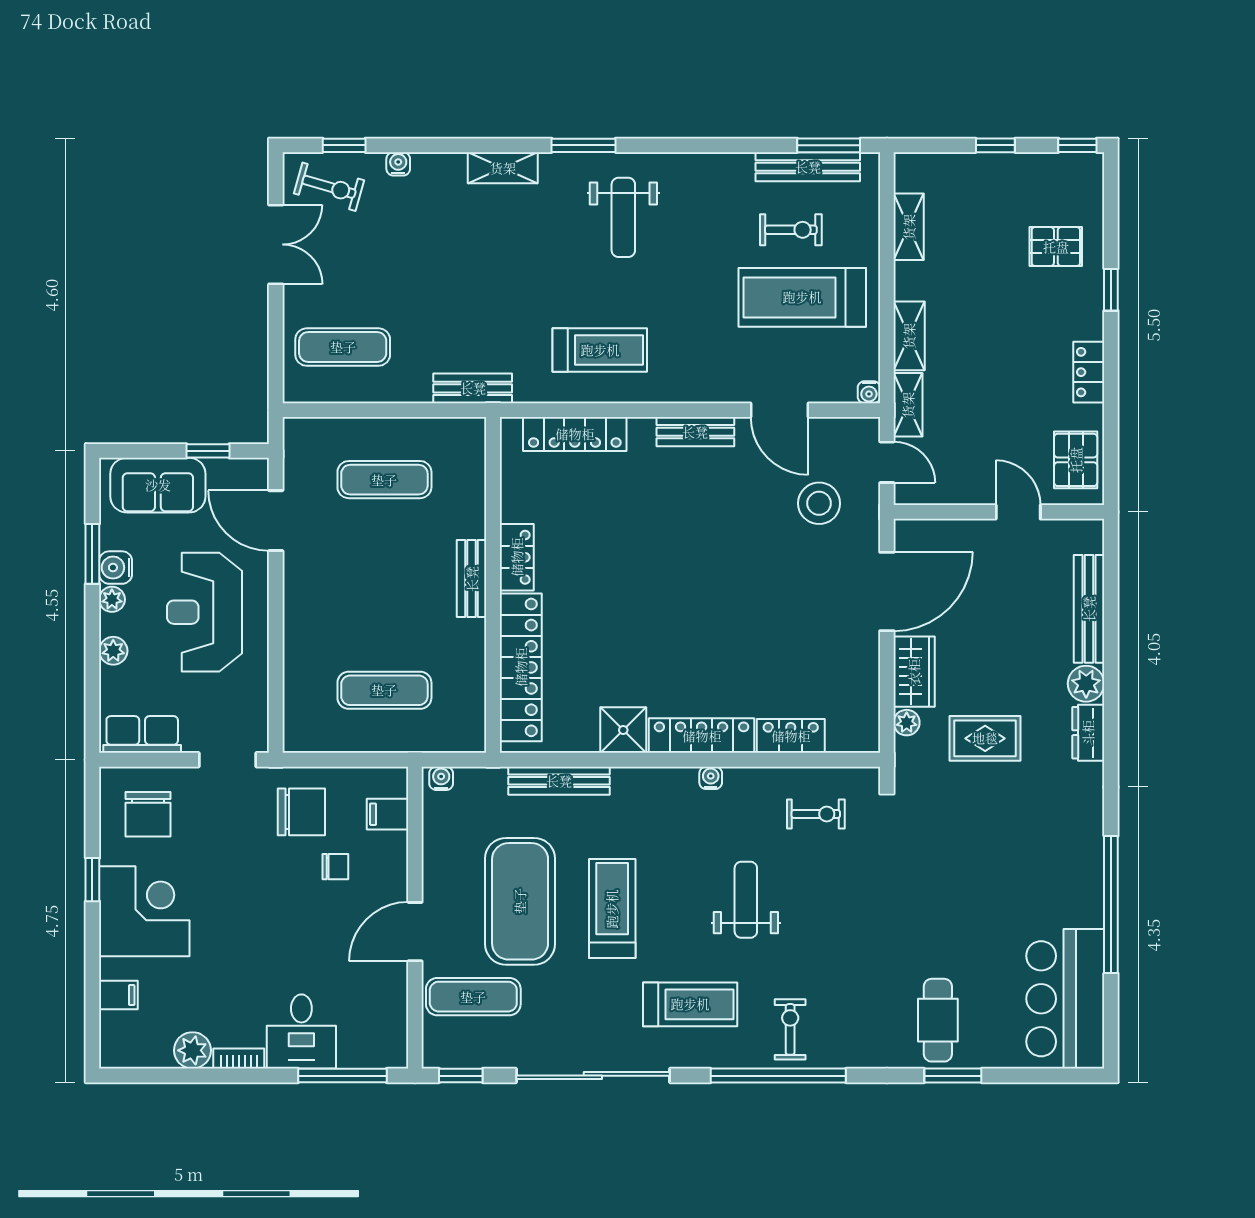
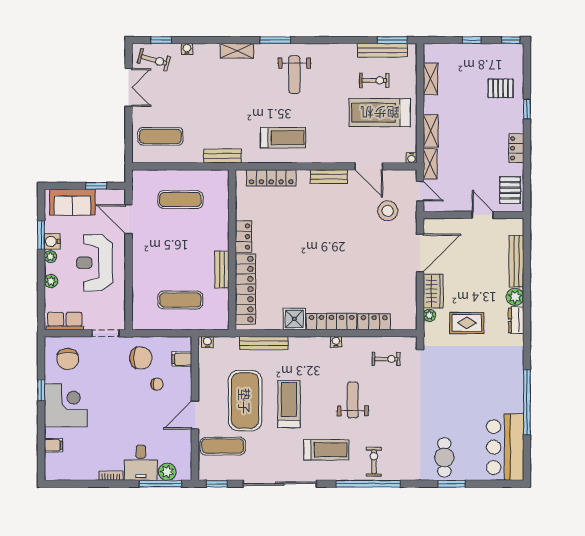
bench: (472, 579) -> (222, 270), moved
plant: (192, 1050) -> (167, 472), moved

